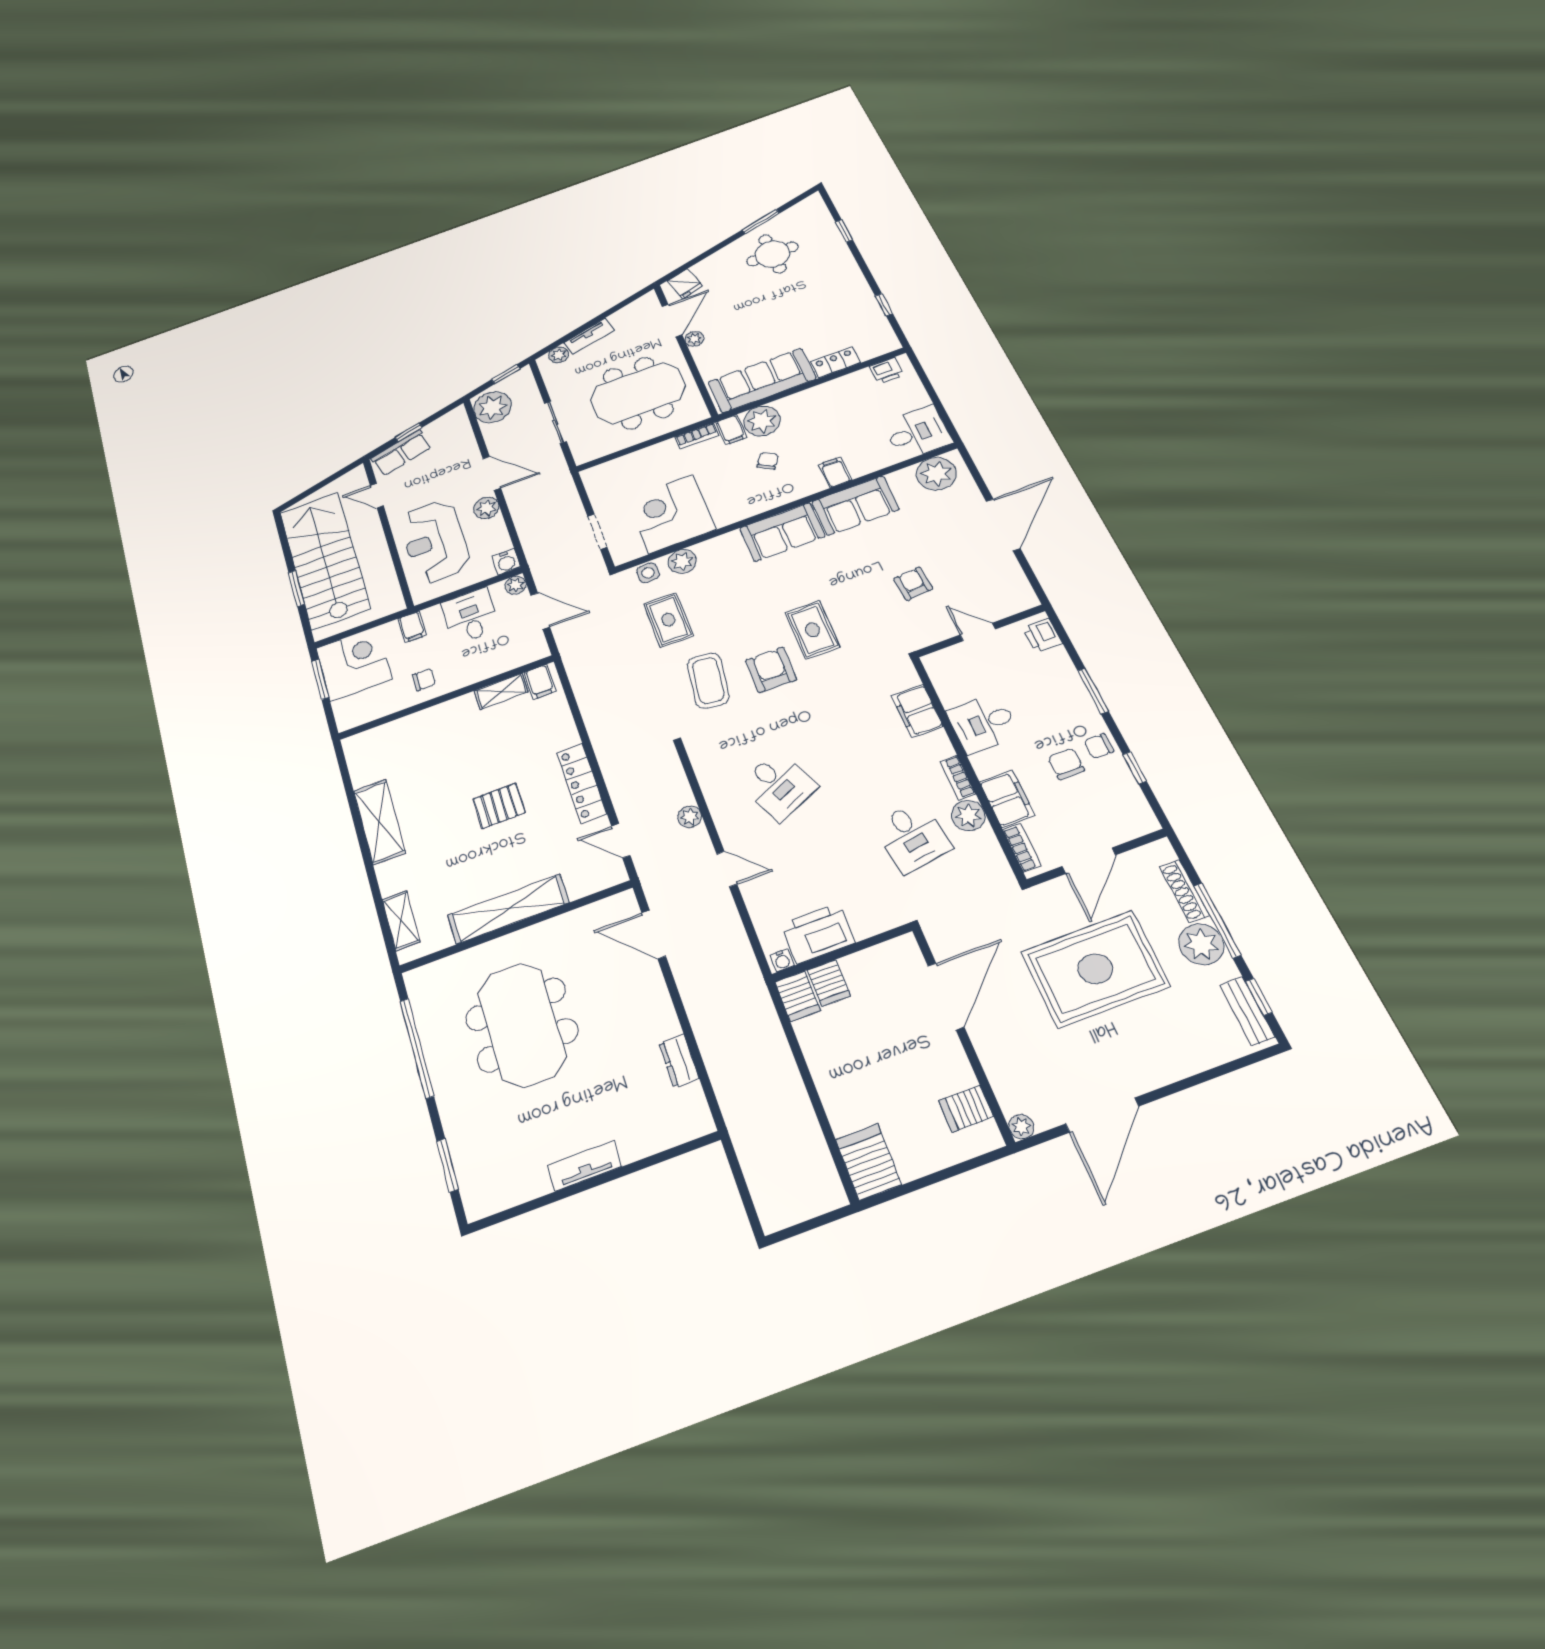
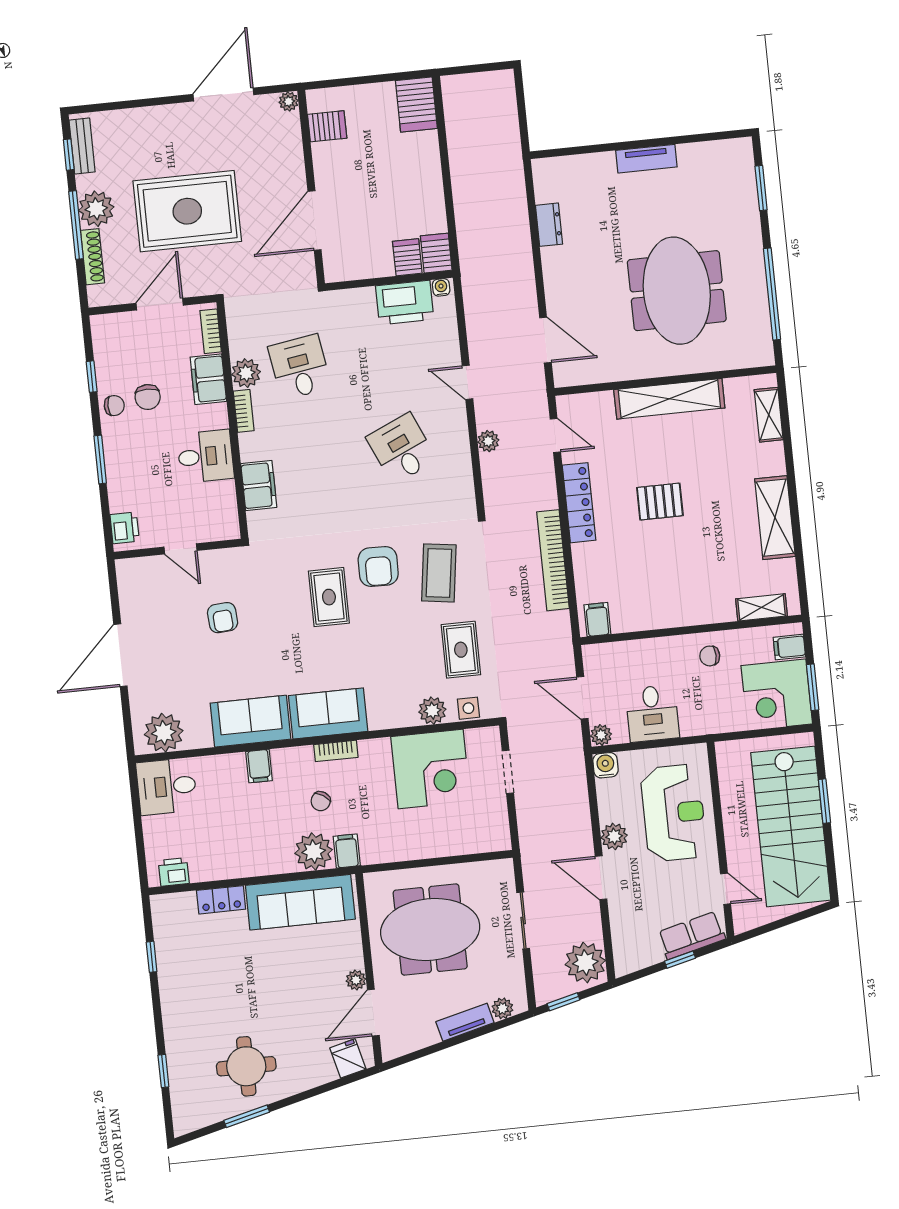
bookcase: (697, 436) -> (336, 751), moved, turned 180
filing cabinet: (412, 627) -> (789, 647), moved, turned -90
shelving: (501, 691) -> (762, 607), moved
bookcase: (596, 723) -> (553, 560), added

